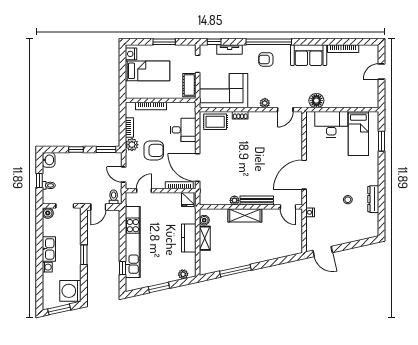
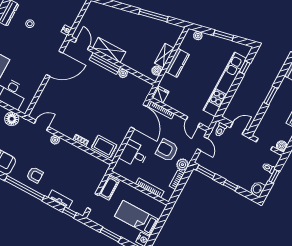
corner sofa: (223, 91) -> (83, 168), removed
door: (144, 191) -> (193, 122), hinge flipped
shelving: (245, 215) -> (109, 50), moved

